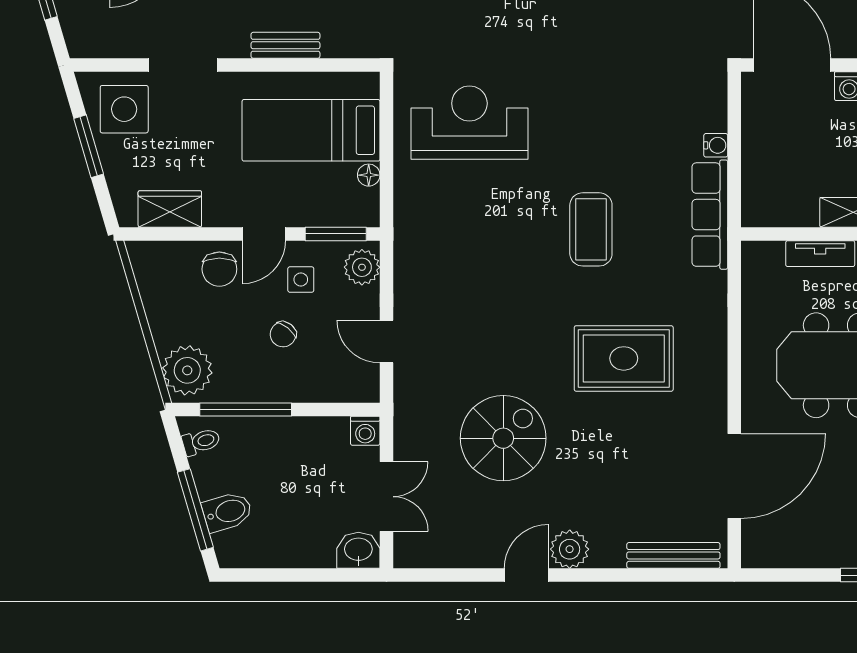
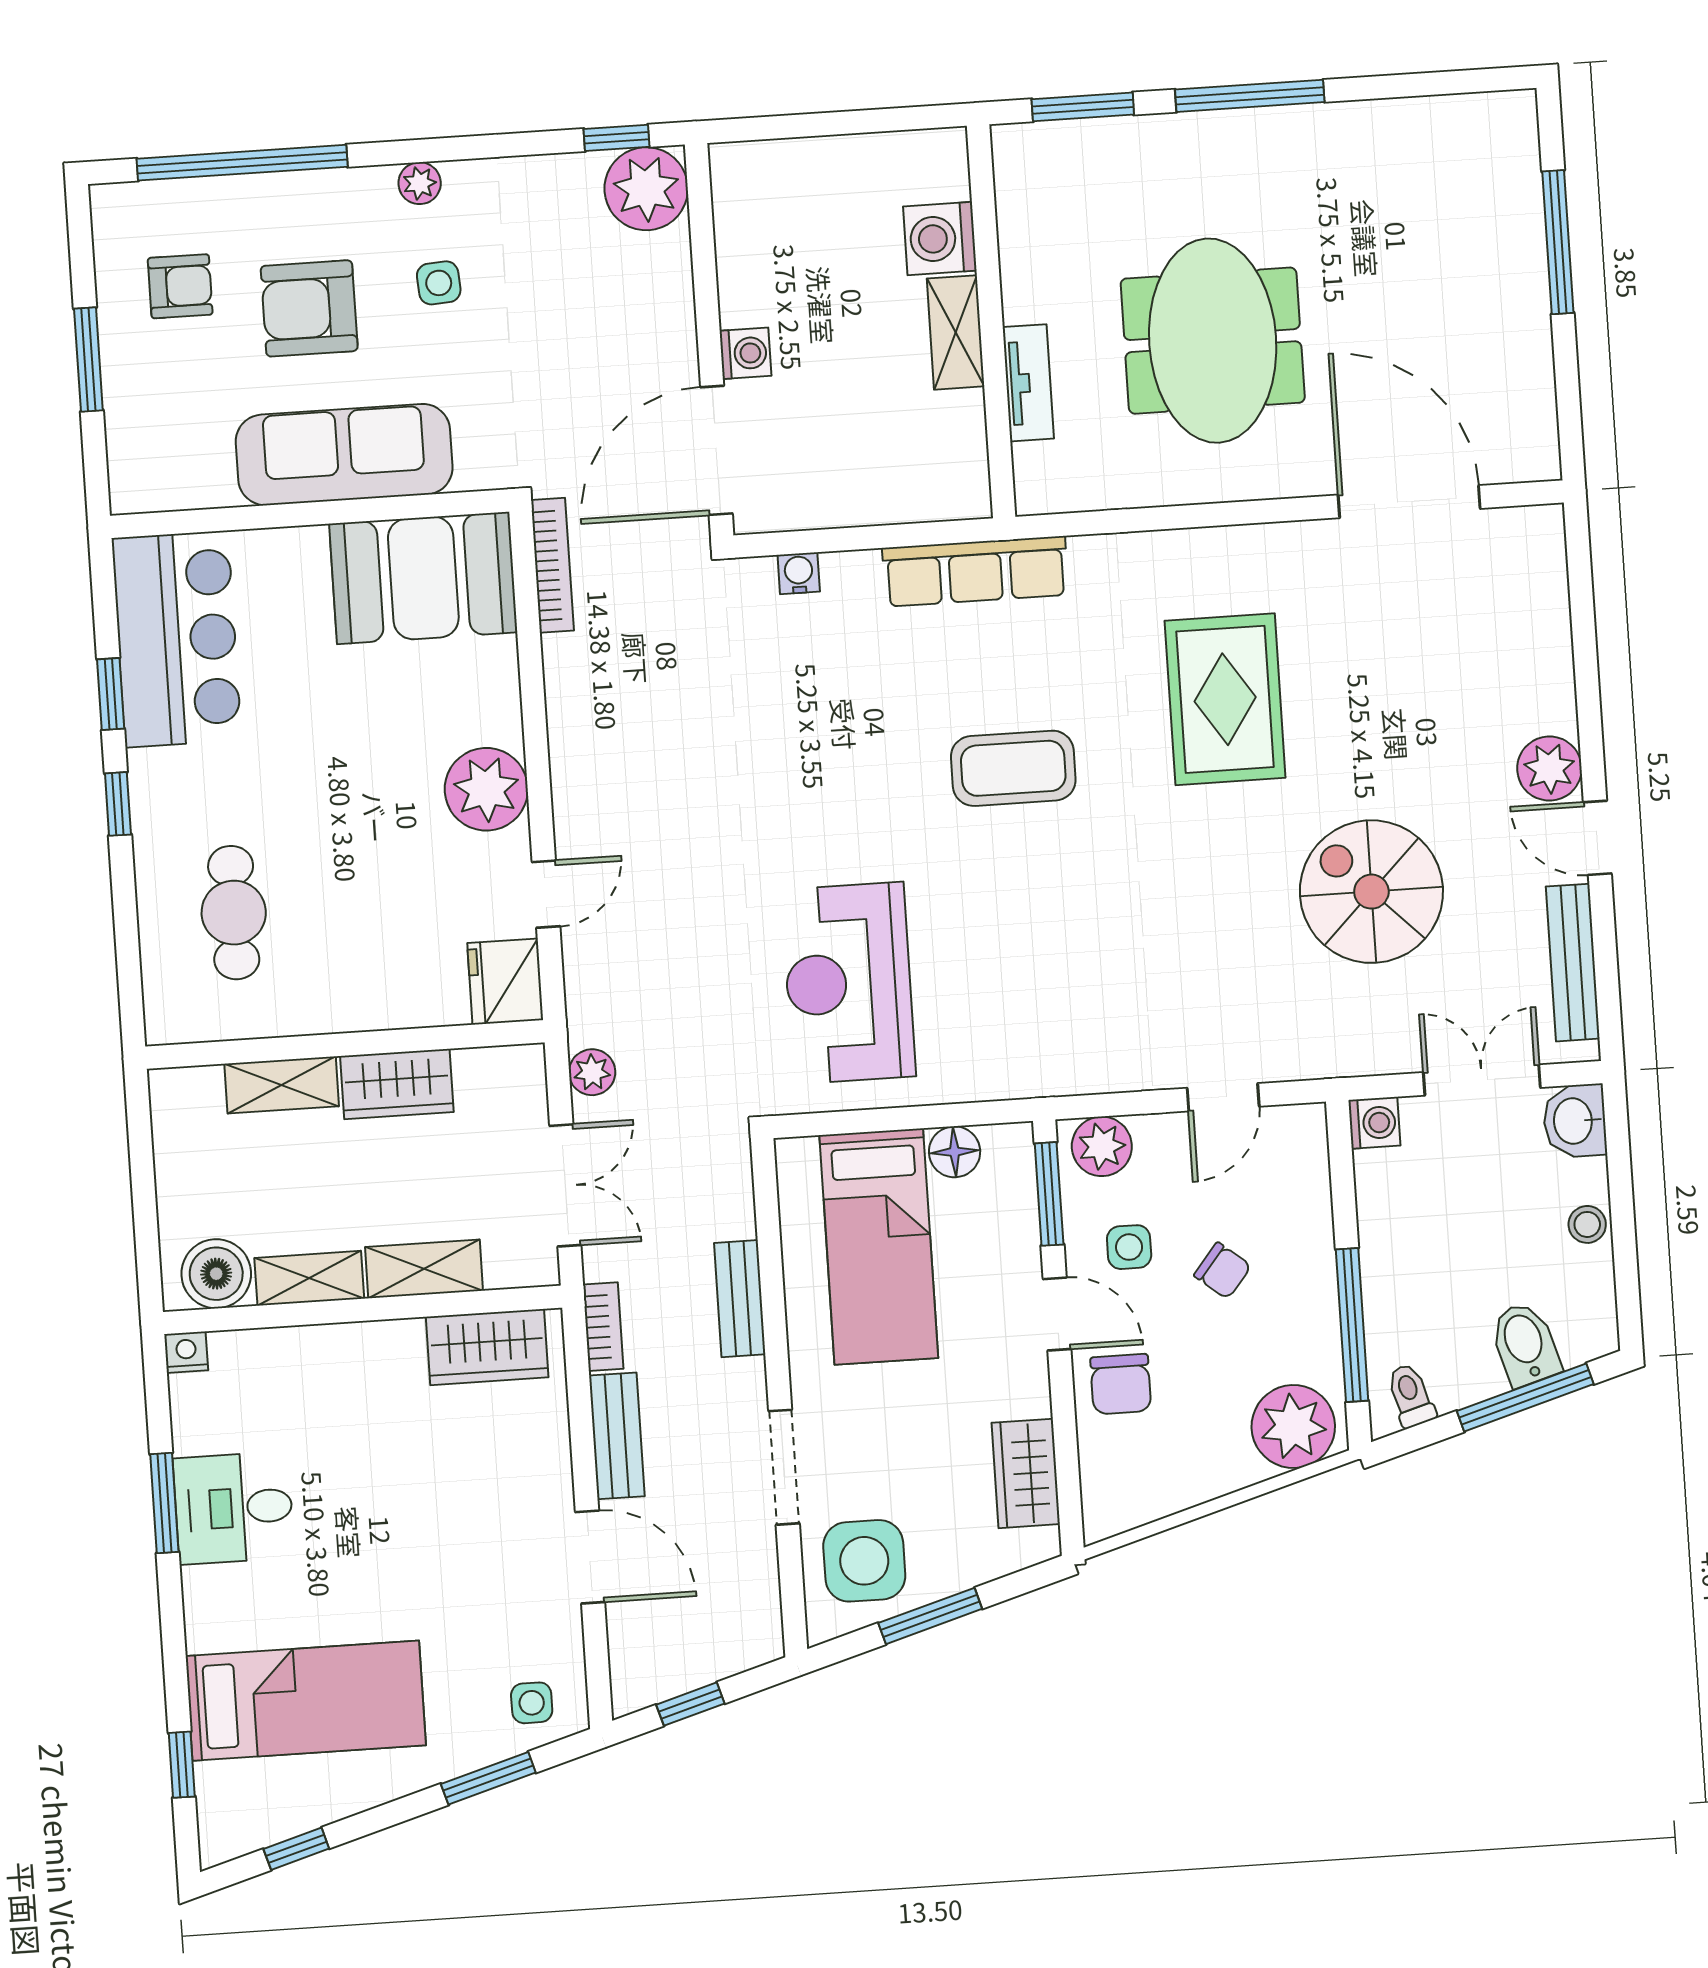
water cooler: (716, 145) -> (799, 573), moved
floor lamp: (369, 175) -> (955, 1152), width x1.37, depth x1.37
chair: (219, 269) -> (1121, 1384), turned 90
stool: (296, 554) -> (1587, 1224), added
bench: (673, 555) -> (1573, 963), moved

